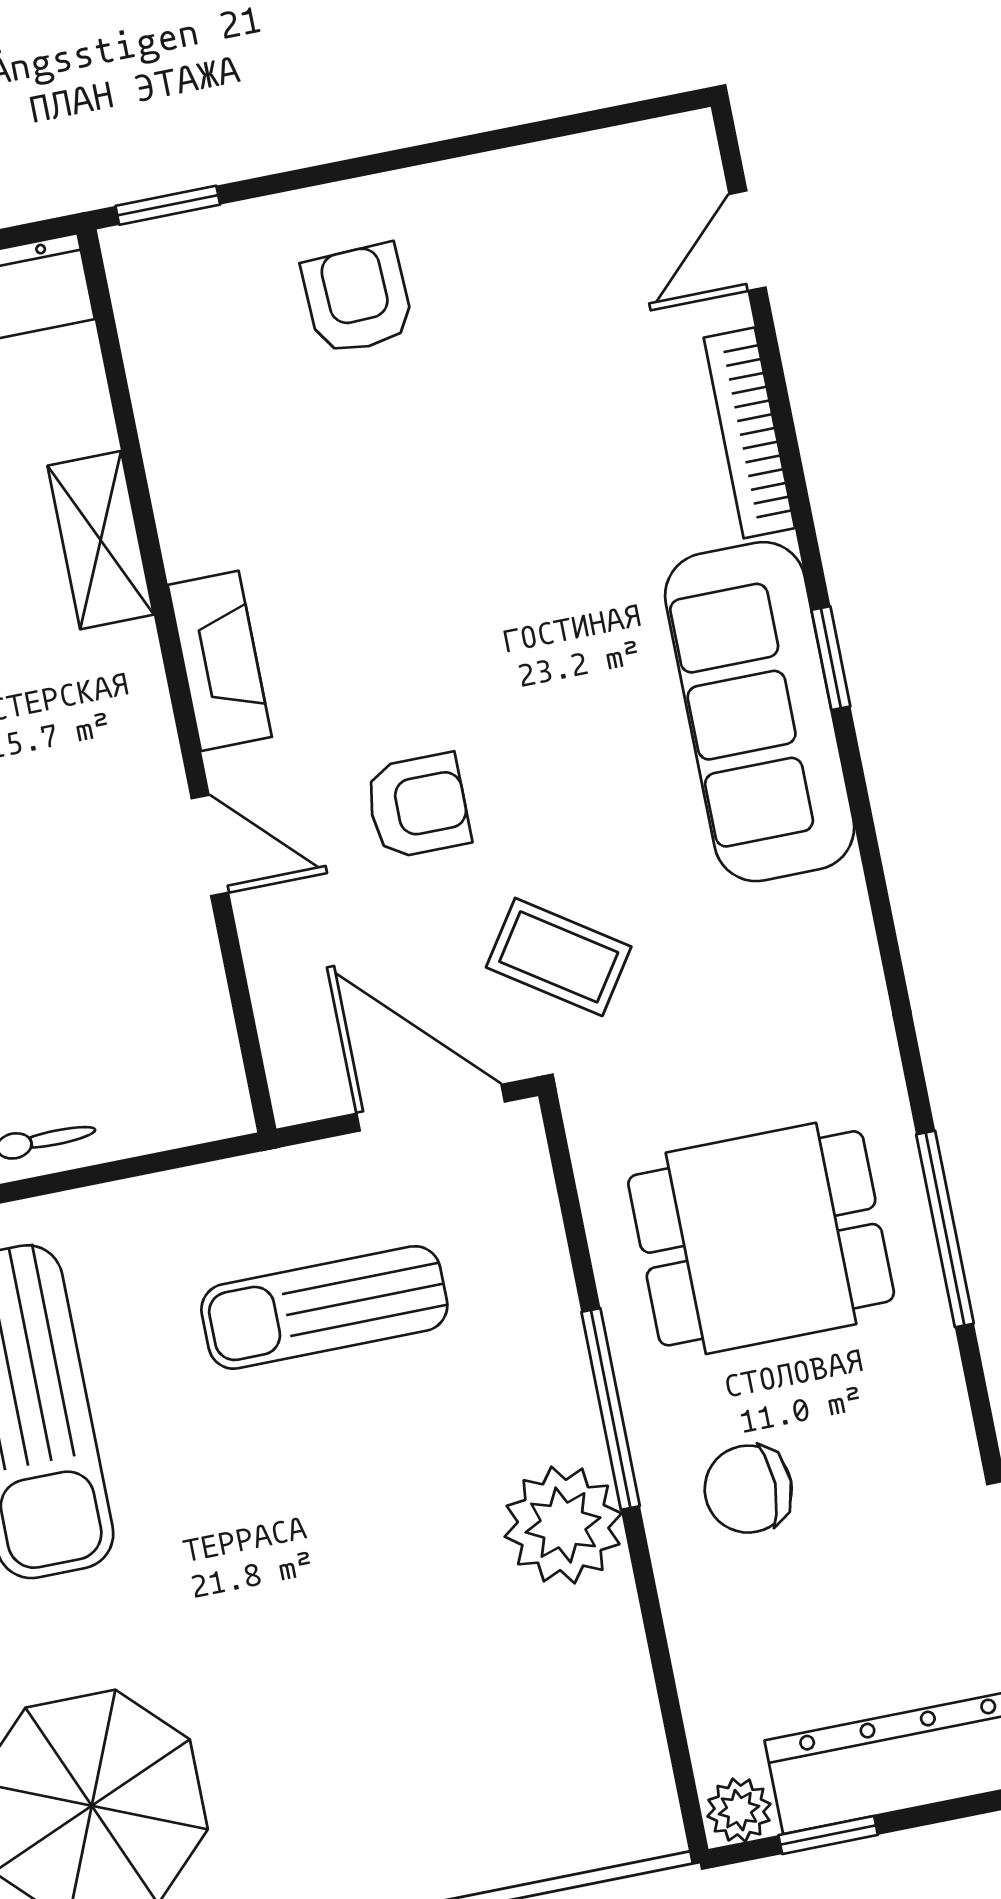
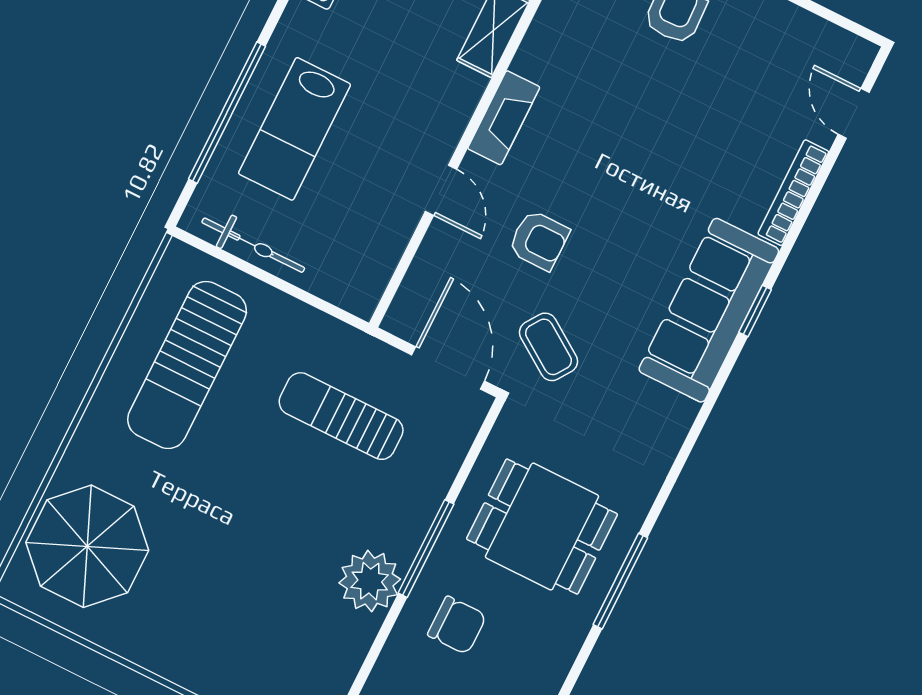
door: (748, 241) -> (854, 113), hinge flipped
chair: (748, 1489) -> (457, 625), turned 180

